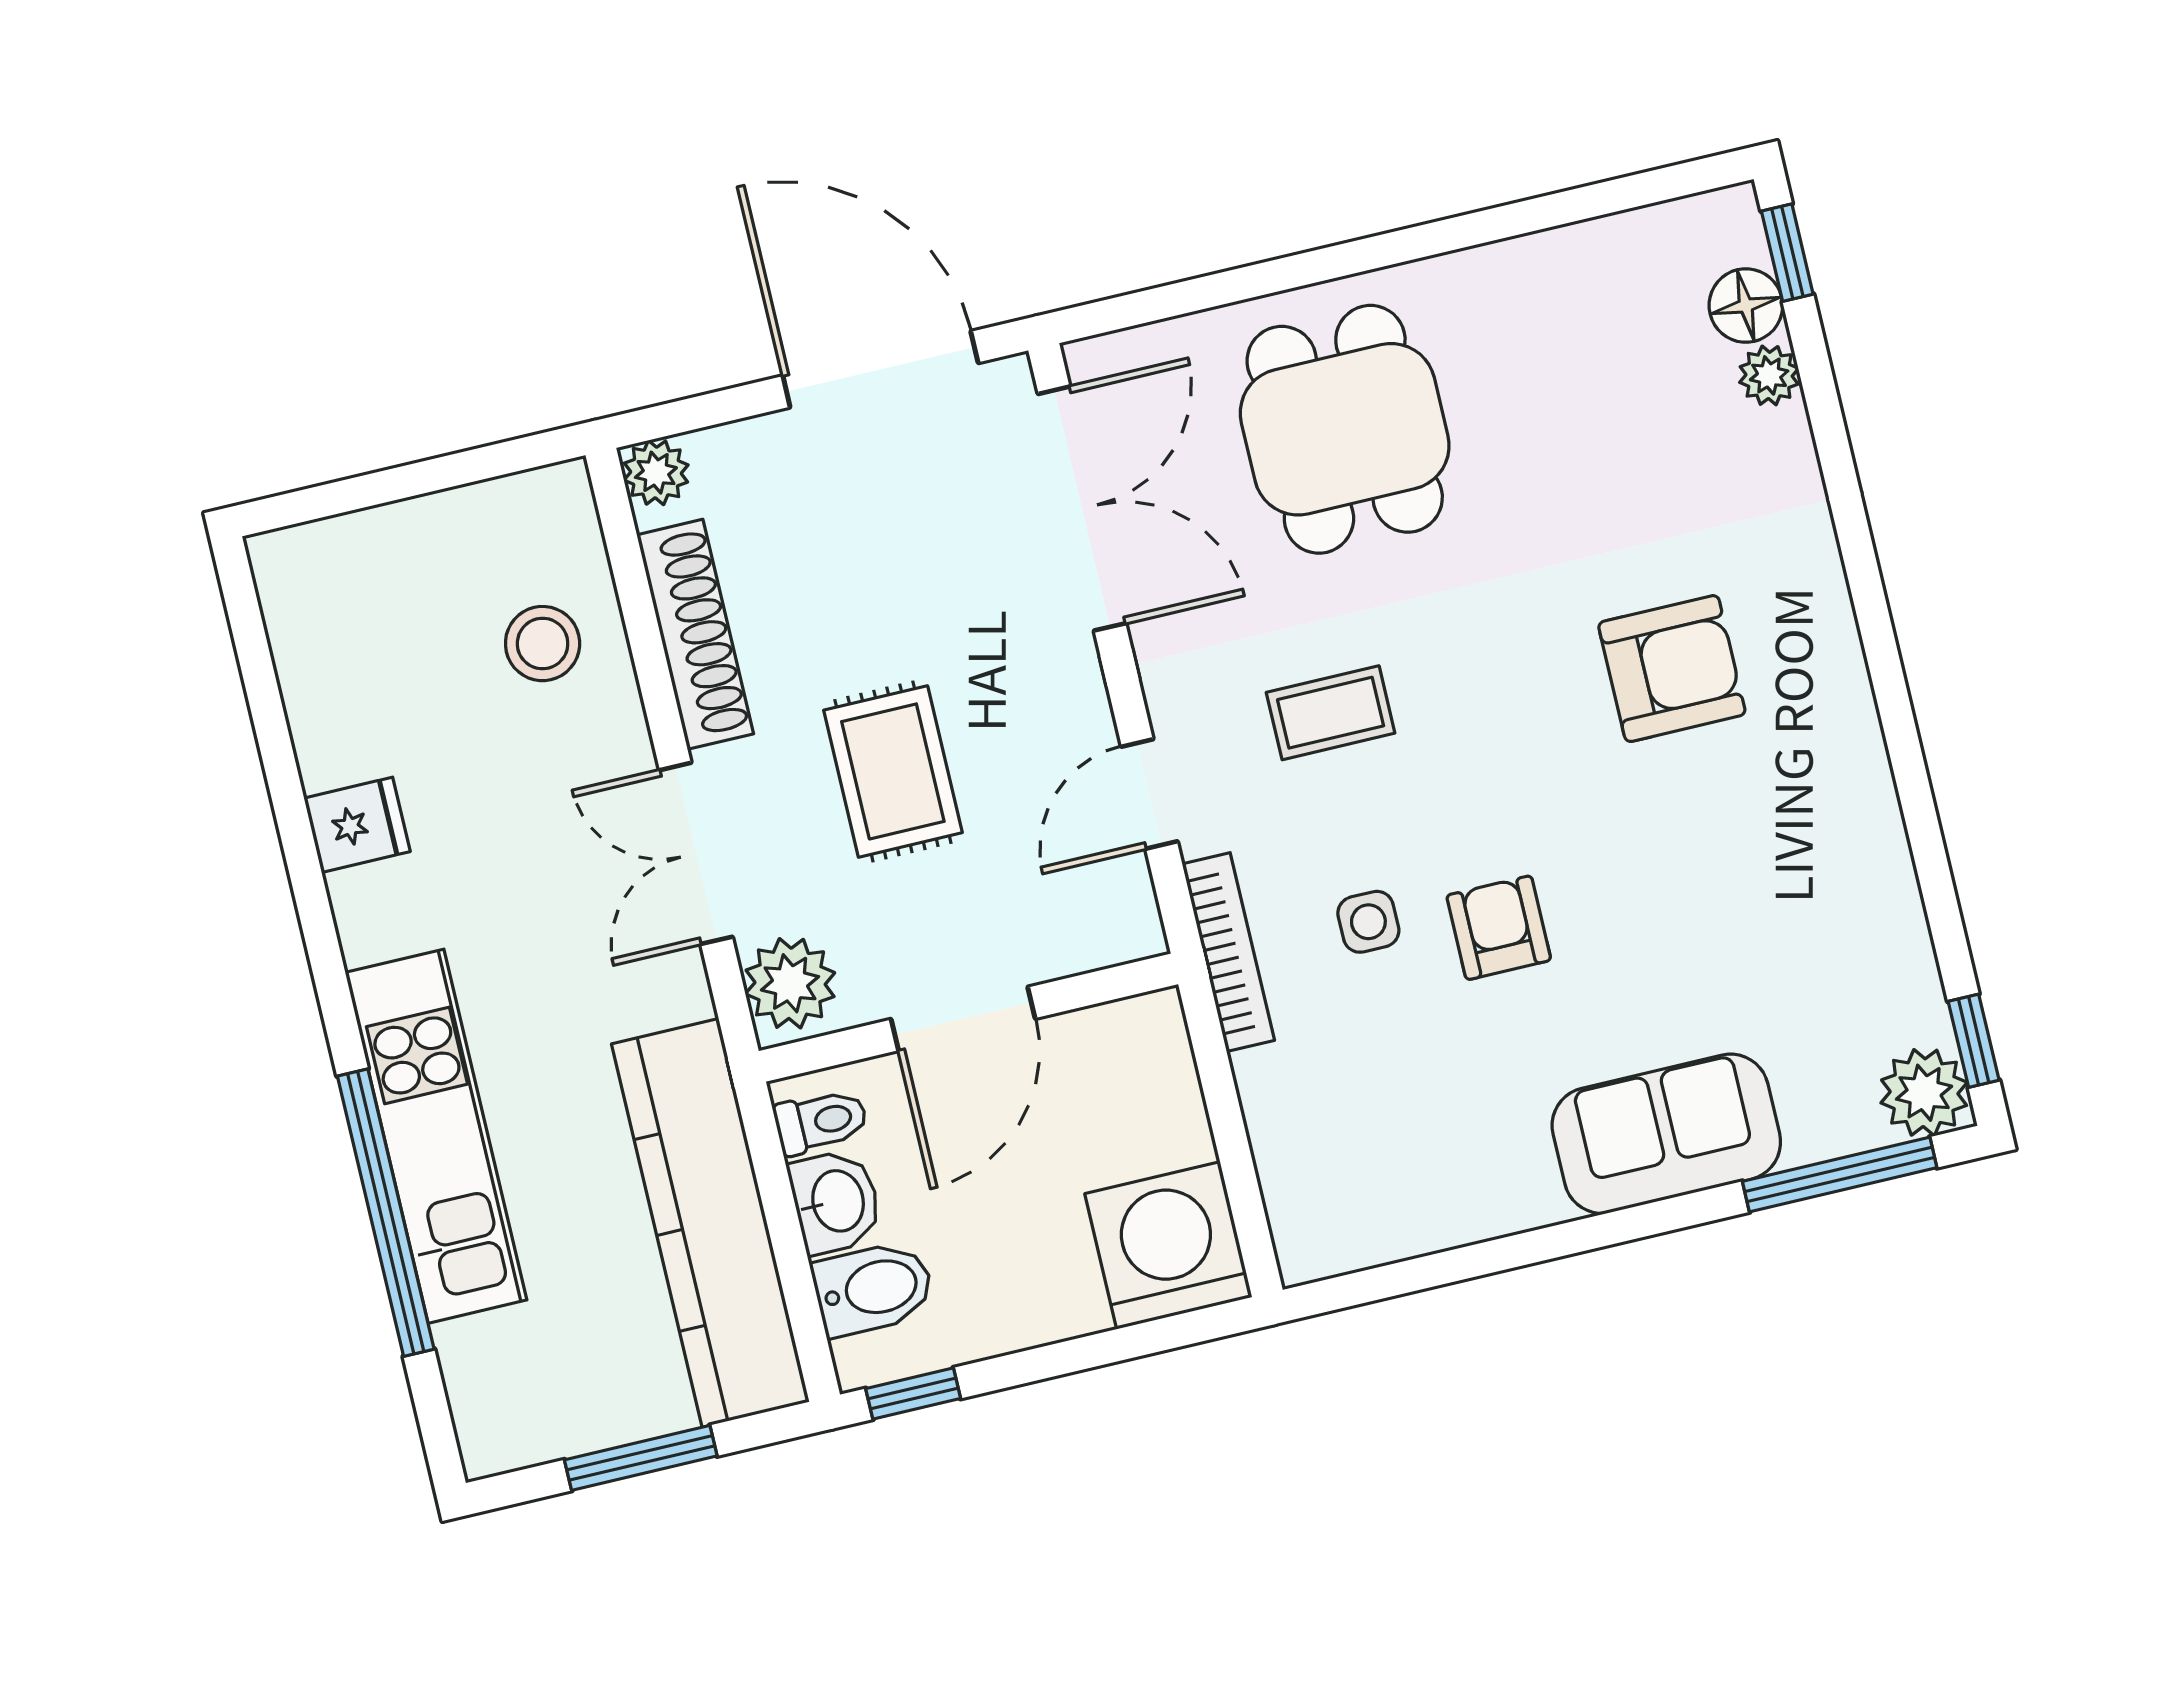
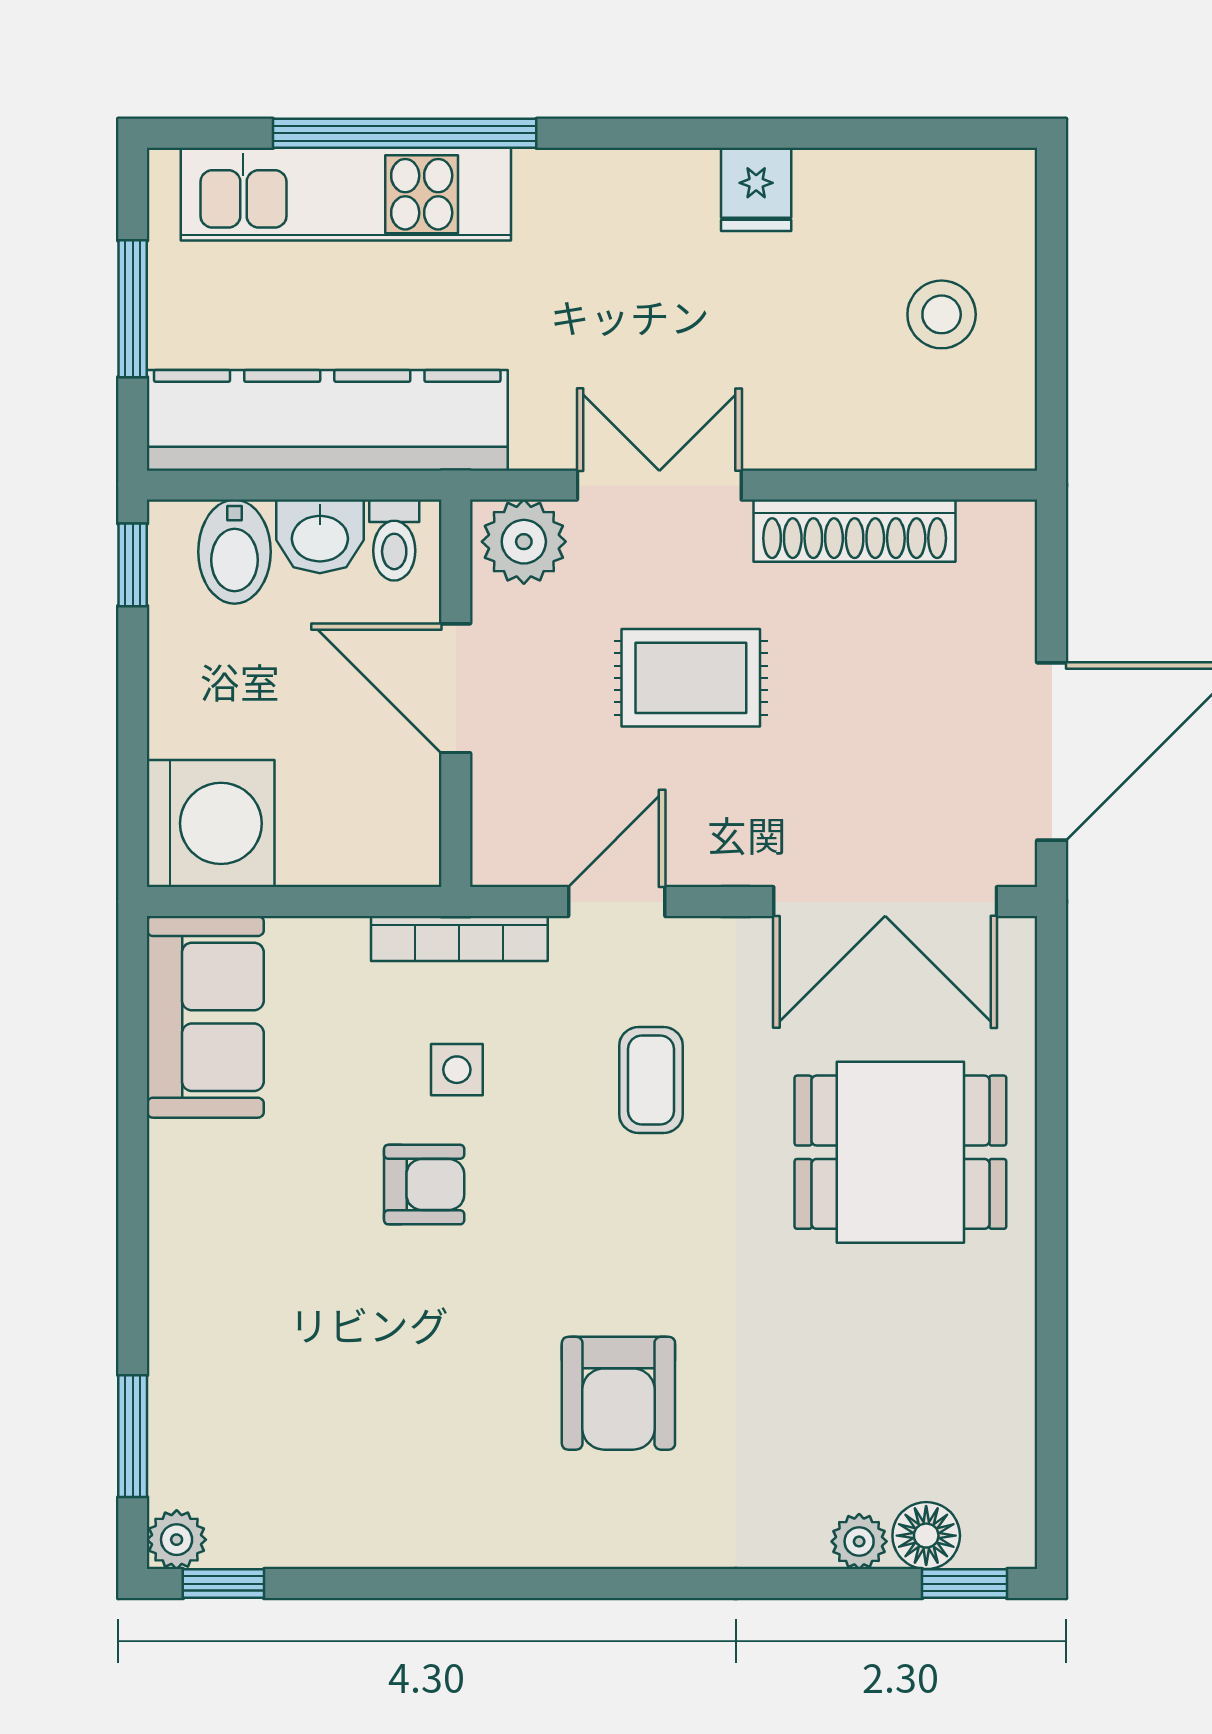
plant: (656, 473) -> (1007, 530), removed
stool: (543, 644) -> (942, 314), moved
door: (1149, 794) -> (617, 902), hinge flipped
plant: (1924, 1093) -> (177, 1540), width x0.73, depth x0.73
sofa: (1666, 1134) -> (205, 1017), moved
kitchen unit: (436, 1136) -> (346, 194), moved
window: (1840, 1174) -> (133, 1436), width x0.69

